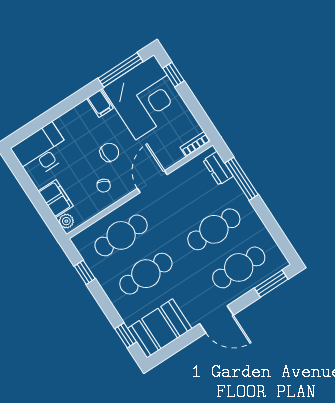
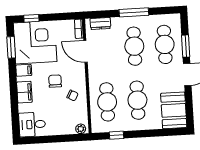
window: (120, 70) -> (11, 47), width x0.69
desk: (42, 151) -> (32, 124), width x0.73
window: (241, 179) -> (134, 12), moved
door: (152, 182) -> (85, 51), moved
filing cabinet: (56, 199) -> (24, 92), moved, turned 90
window: (271, 284) -> (186, 46), moved
window: (126, 335) -> (166, 132), removed

